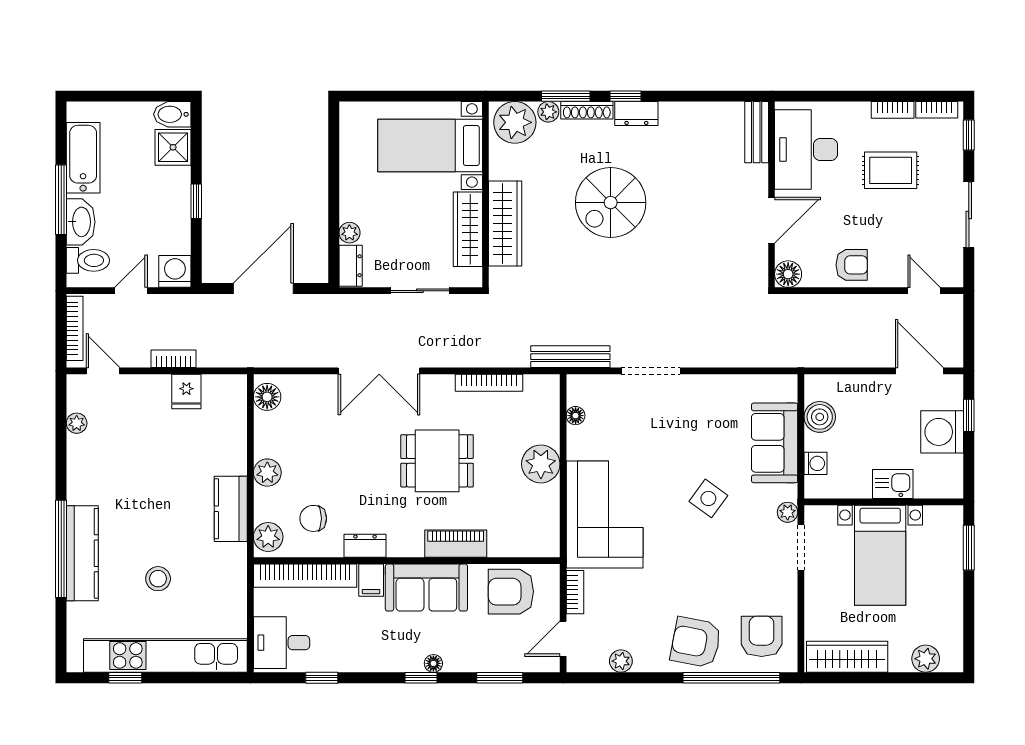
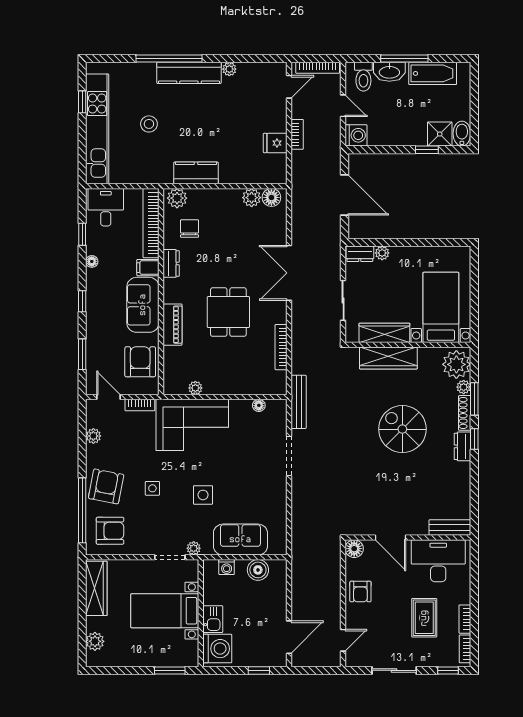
window: (196, 201) -> (427, 150), moved
plant: (77, 423) -> (229, 69), moved
washing machine: (942, 432) -> (217, 649), moved, turned 90
plant: (541, 464) -> (195, 388), moved, width x0.53, depth x0.53
plant: (267, 473) -> (252, 198), moved
side table: (708, 498) -> (203, 495), turned -36
kitchen counter: (82, 553) -> (189, 73), moved
side table: (699, 573) -> (152, 488), added
floor lamp: (433, 663) -> (92, 261), moved

